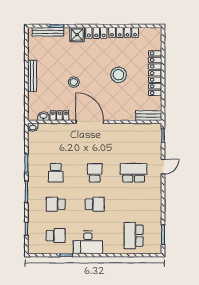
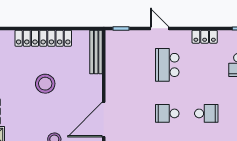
bench: (149, 116) -> (96, 52), width x1.36
locker: (156, 203) -> (205, 37), added
school desk: (95, 204) -> (206, 113), turned 90

